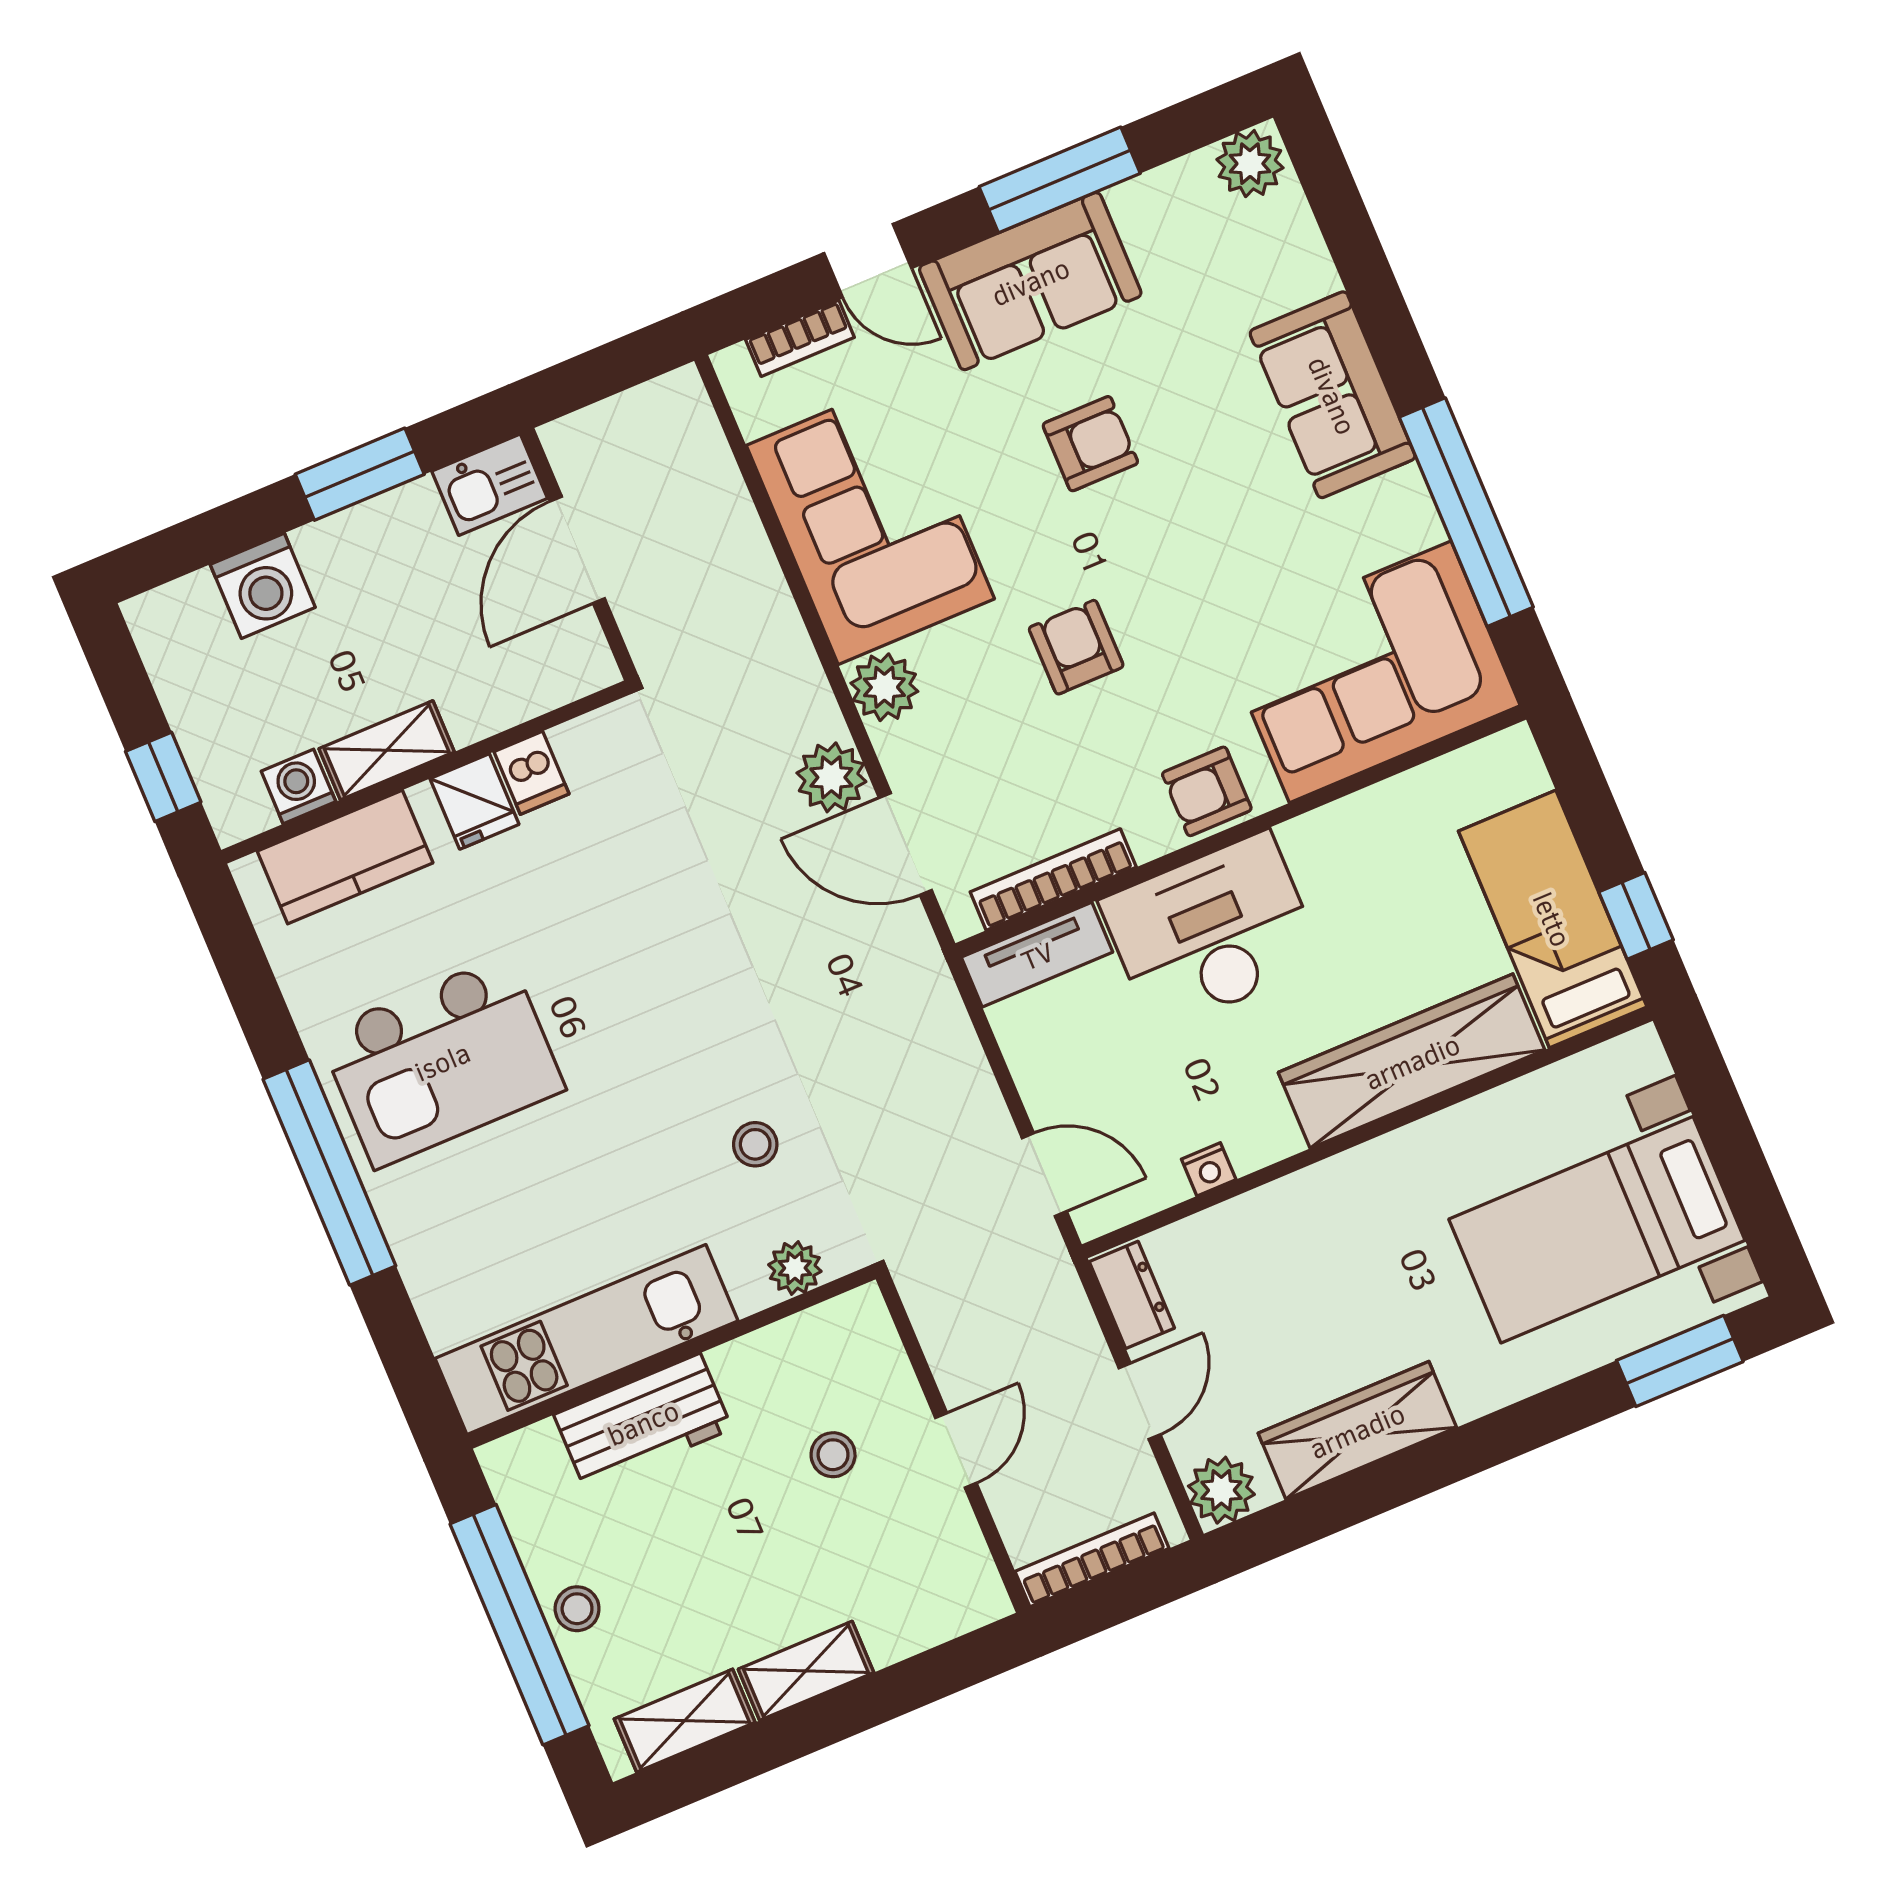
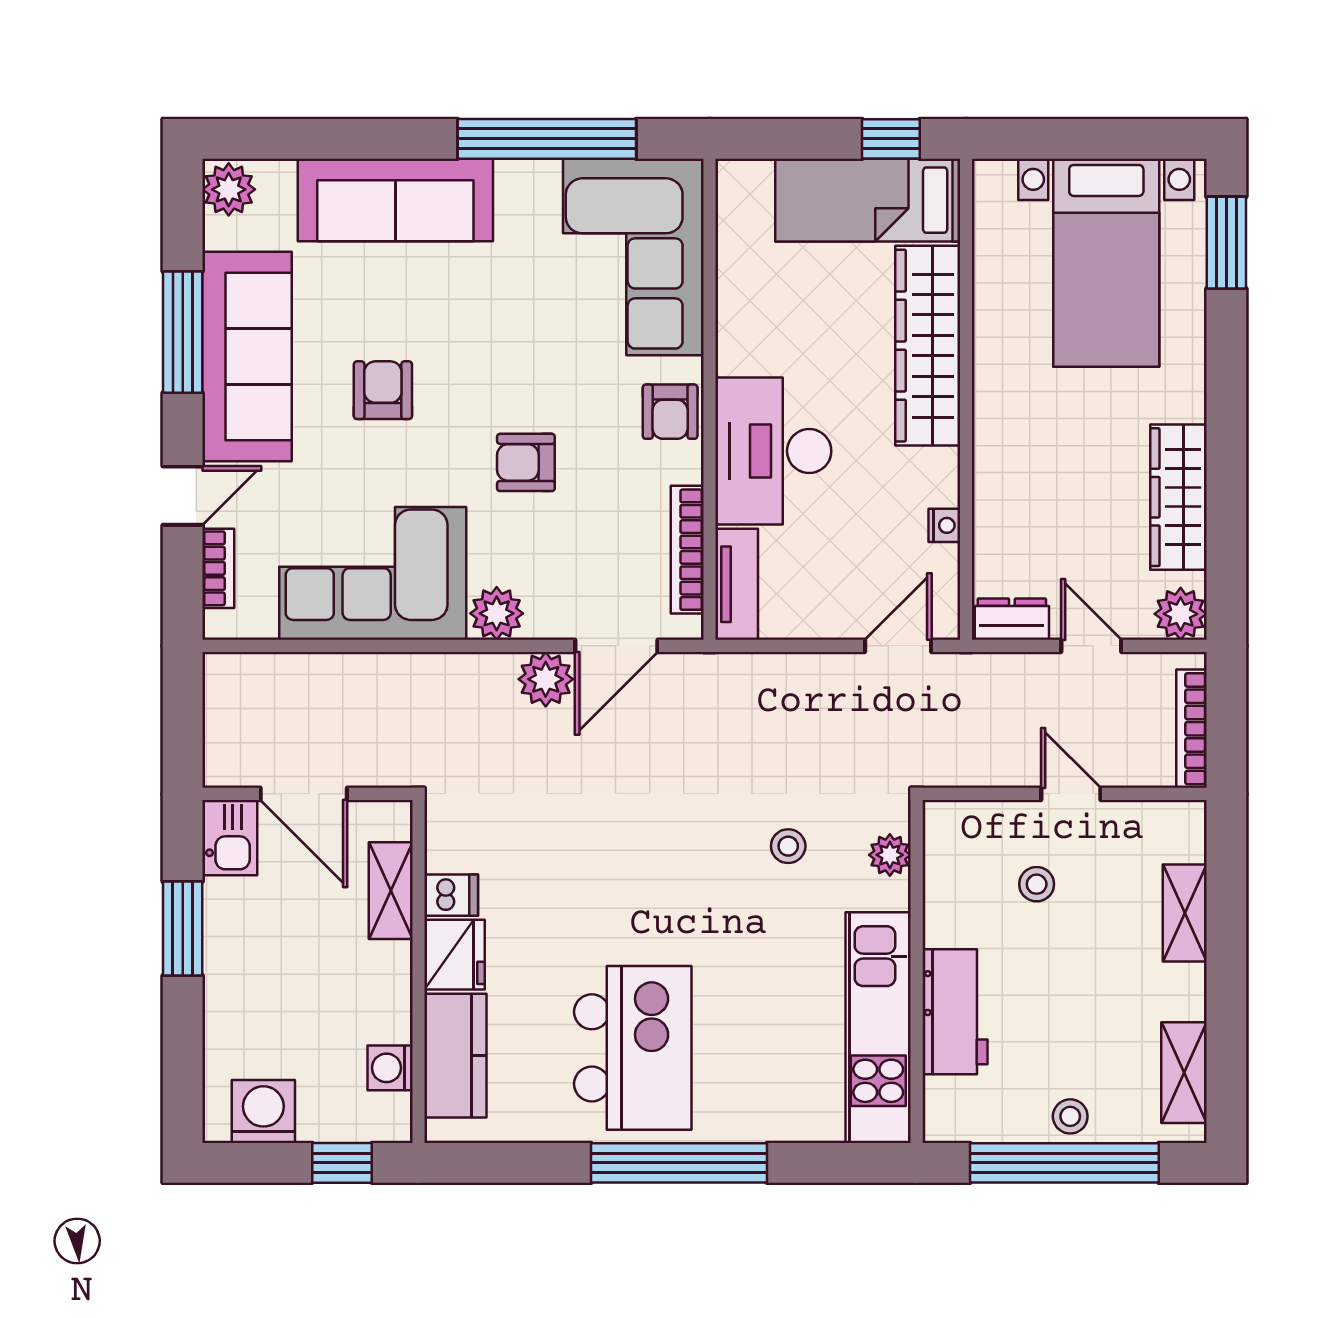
sofa: (1030, 281) -> (247, 356), width x1.36
sofa: (1333, 395) -> (395, 200), width x1.36
washing machine: (263, 586) -> (263, 1112), moved, turned -90
shelving: (387, 750) -> (391, 891), moved
fridge: (474, 801) -> (455, 955), width x1.38
shelving: (806, 1671) -> (1185, 913), moved

